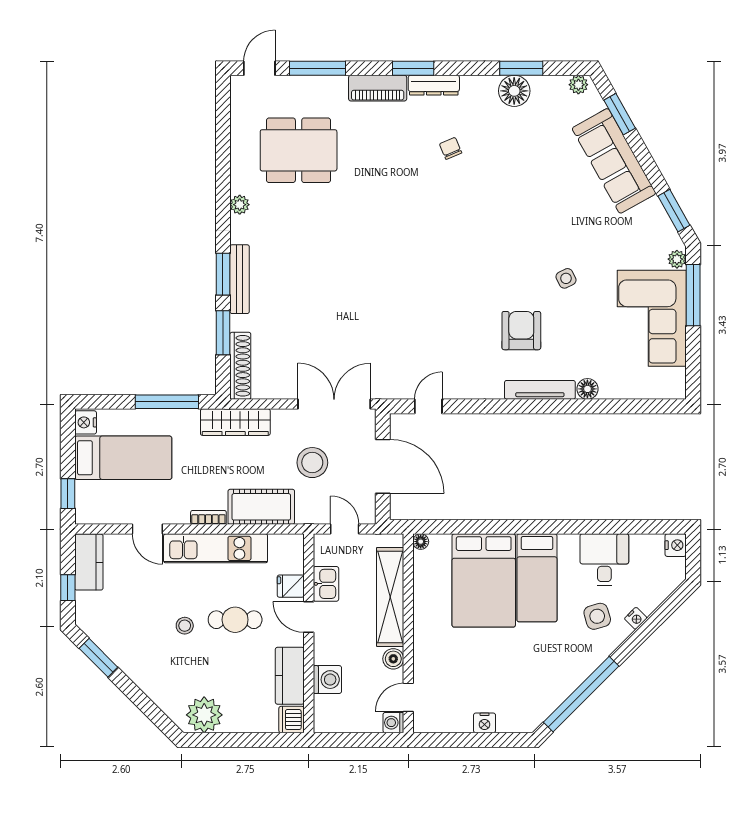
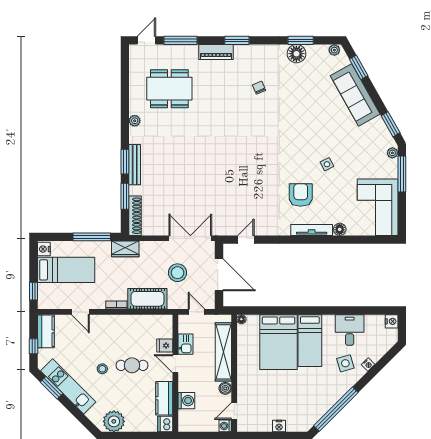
dresser: (434, 85) -> (249, 50), removed
corner sofa: (652, 318) -> (378, 207), moved
wardrobe: (235, 422) -> (125, 249), width x0.67
kitchen unit: (216, 548) -> (68, 386), moved, turned -135

